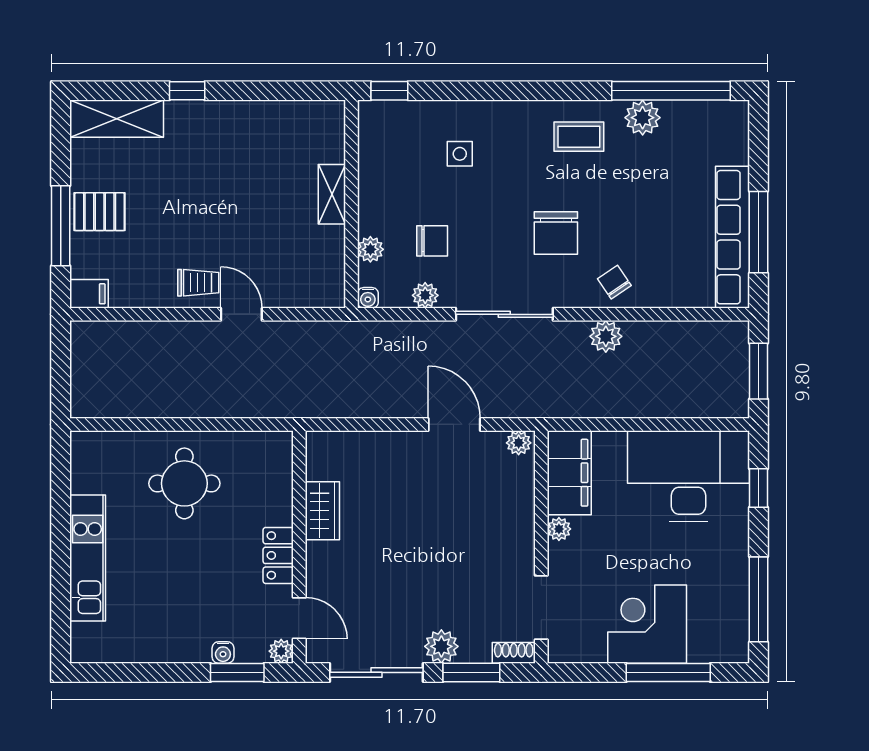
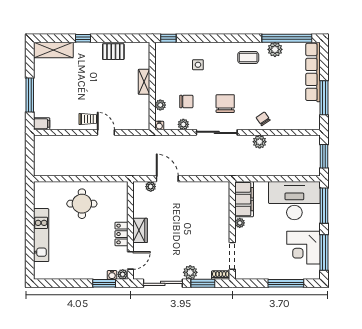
pallet: (100, 212) -> (113, 52), moved
chair: (556, 233) -> (225, 104), moved, turned 180
row of seats: (733, 237) -> (313, 72), moved
door: (454, 424) -> (167, 179), moved
plant: (519, 443) -> (151, 187), moved
window: (759, 488) -> (324, 206), width x2.17
wardrobe: (322, 511) -> (140, 230), moved
door: (299, 618) -> (130, 260), hinge flipped
corner desk: (647, 624) -> (303, 248), moved, turned -90
water cooler: (223, 652) -> (112, 275), moved

